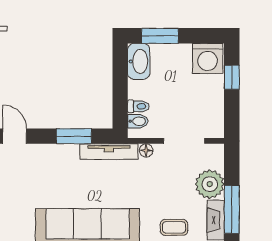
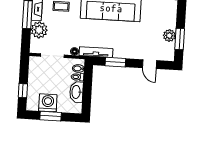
window: (160, 36) -> (51, 116), moved
washing machine: (208, 58) -> (48, 103), moved
washbasin: (139, 61) -> (76, 92), moved

